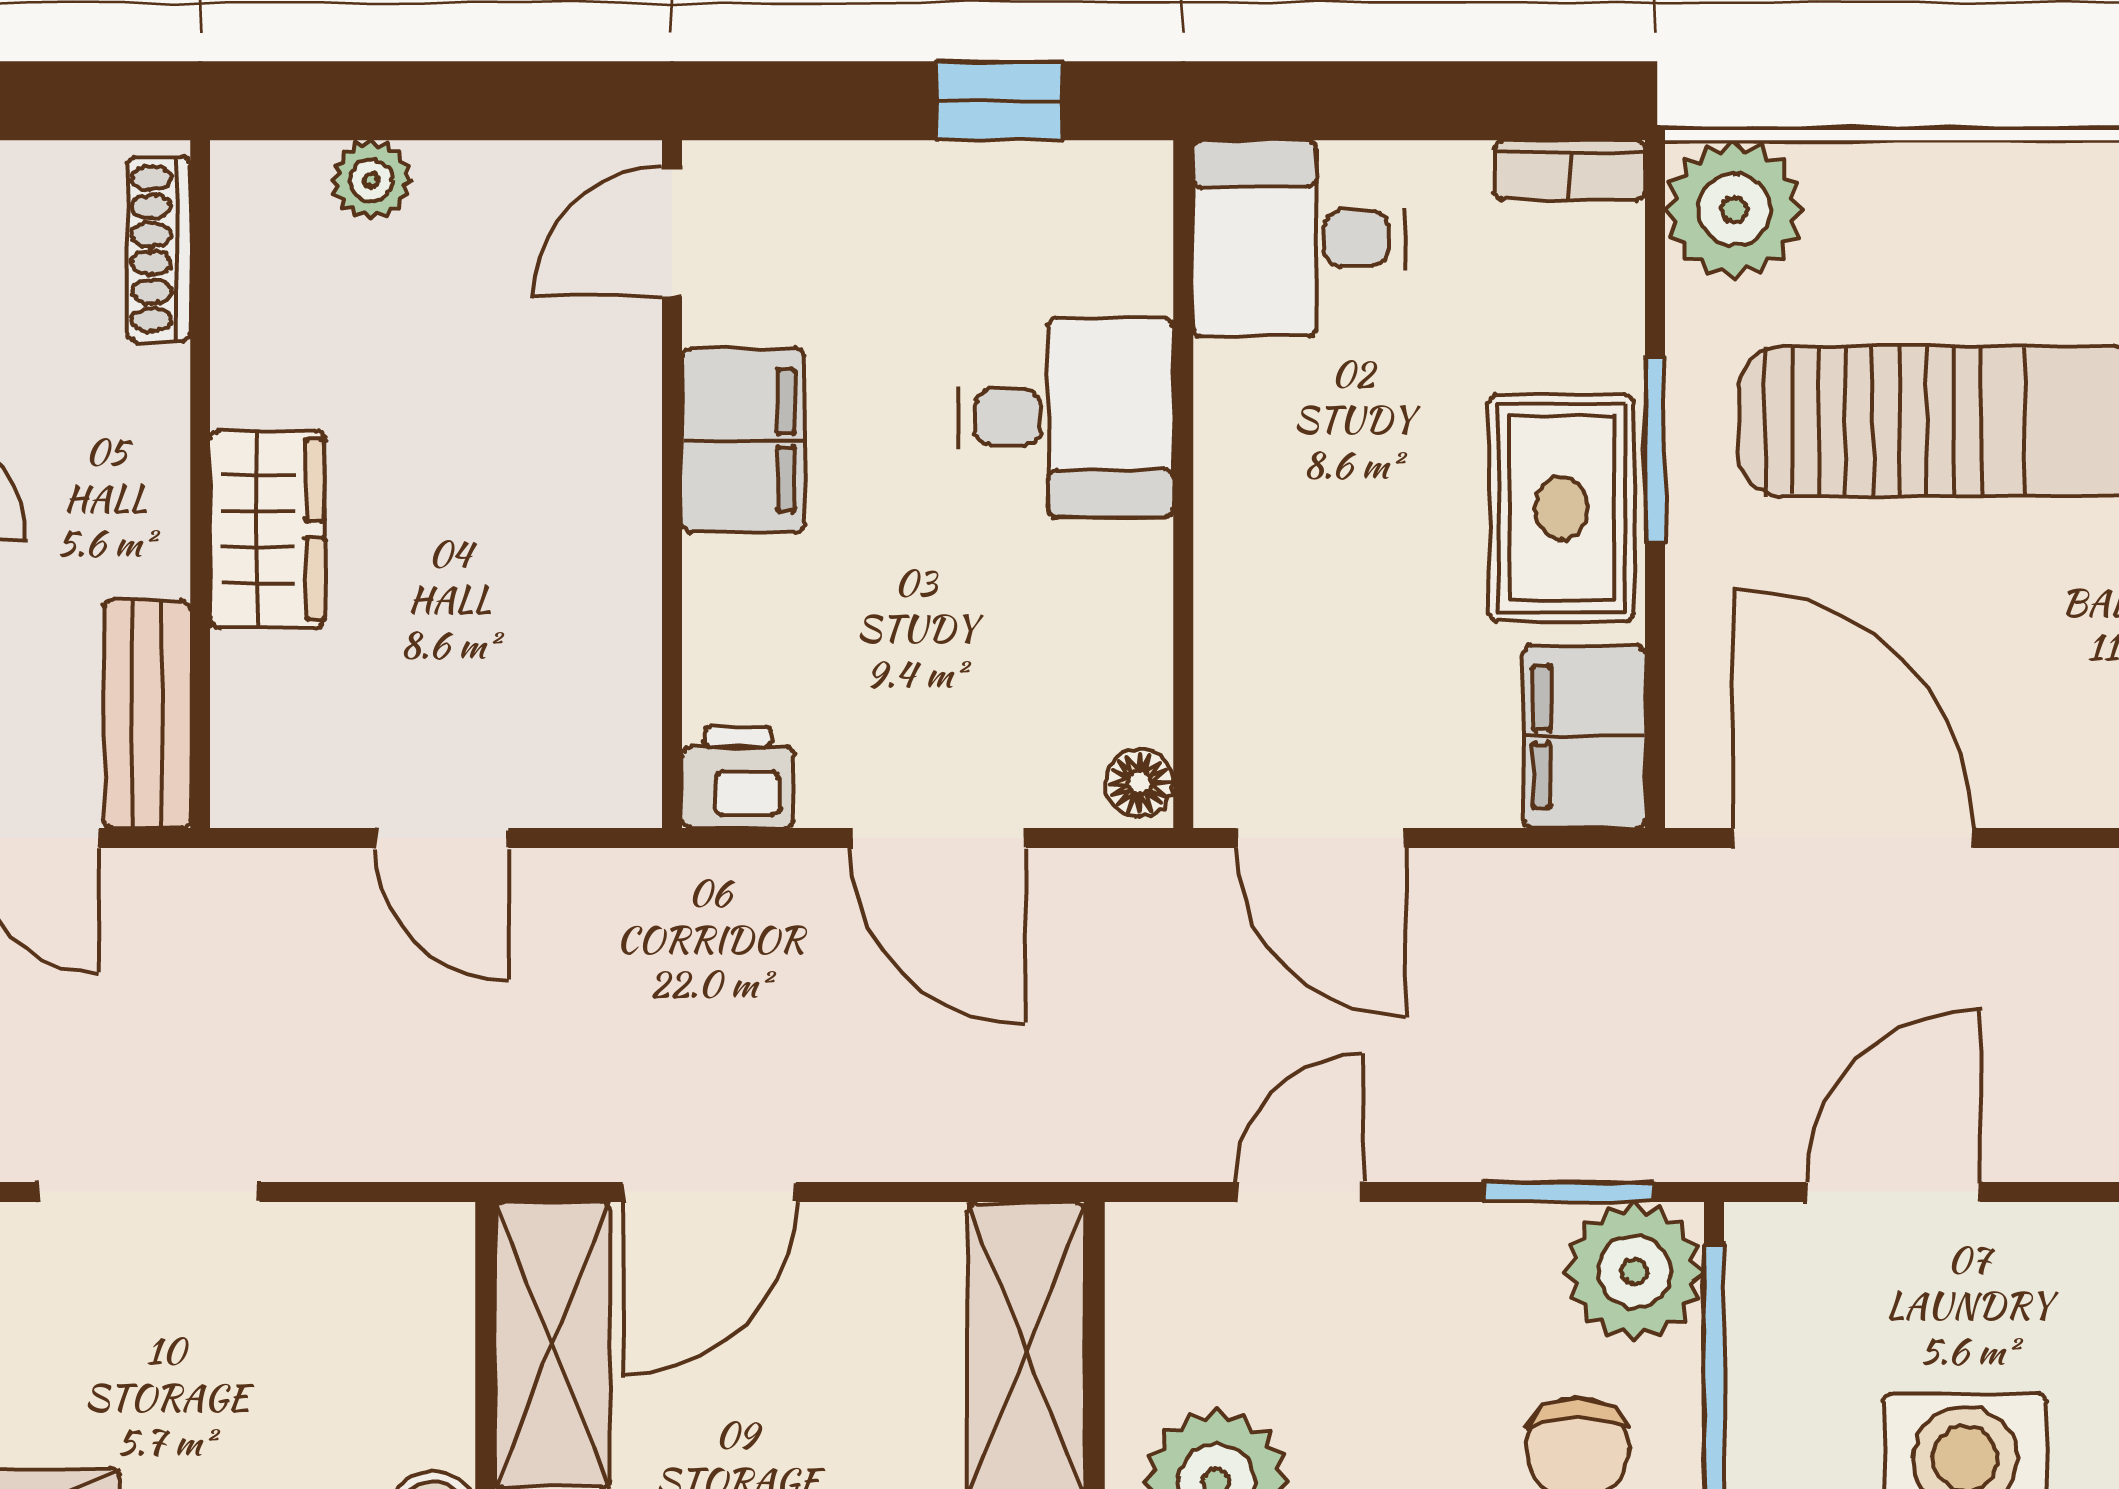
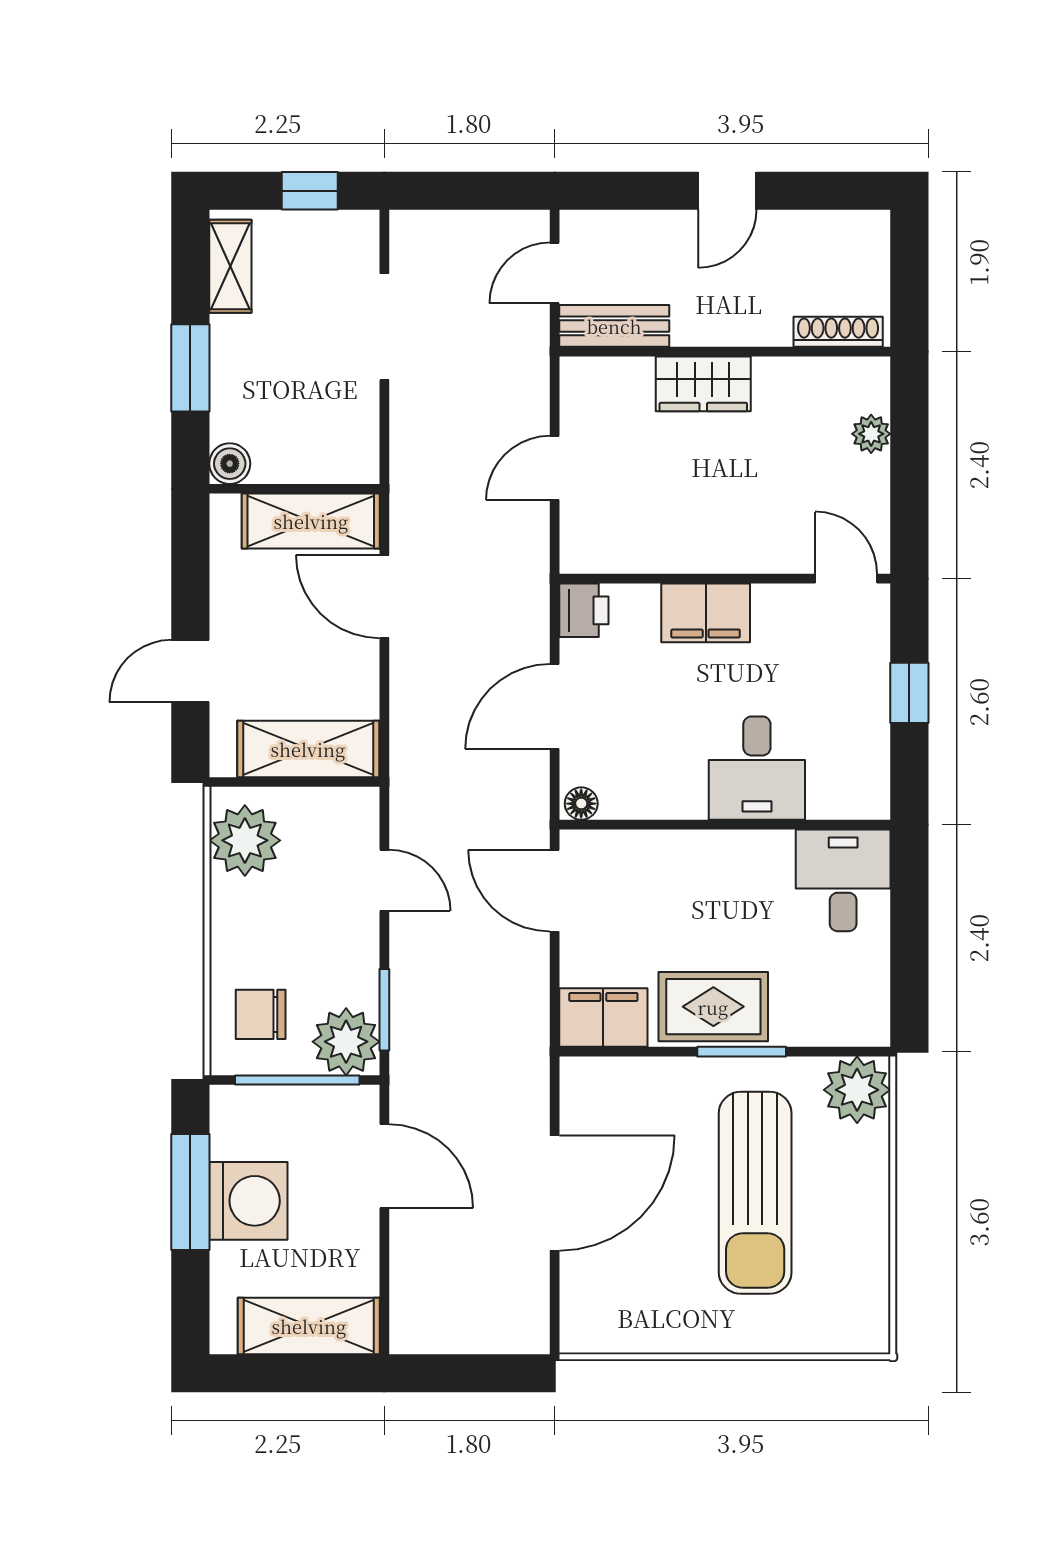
window: (1000, 101) -> (909, 693), moved
bookcase: (1570, 170) -> (876, 1011), removed
filing cabinet: (743, 440) -> (706, 613), moved
door: (1321, 838) -> (555, 891), hinge flipped
door: (1853, 838) -> (555, 1193), moved

